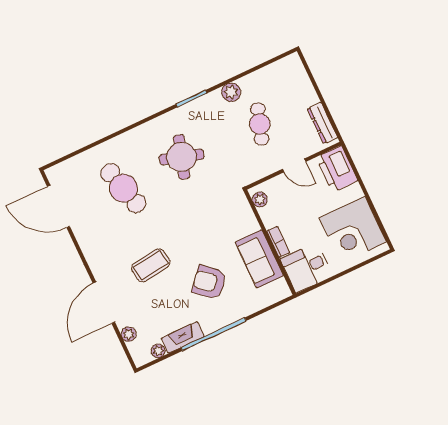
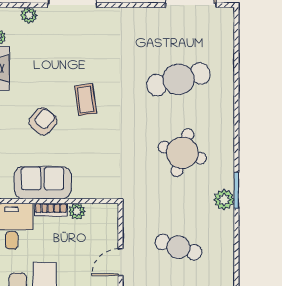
plant: (231, 92) -> (224, 200), moved
plant: (260, 199) -> (77, 211), moved
coffee table: (151, 265) -> (86, 100), moved, width x0.73, depth x0.77
armchair: (209, 282) -> (43, 121), width x0.72, depth x0.72

